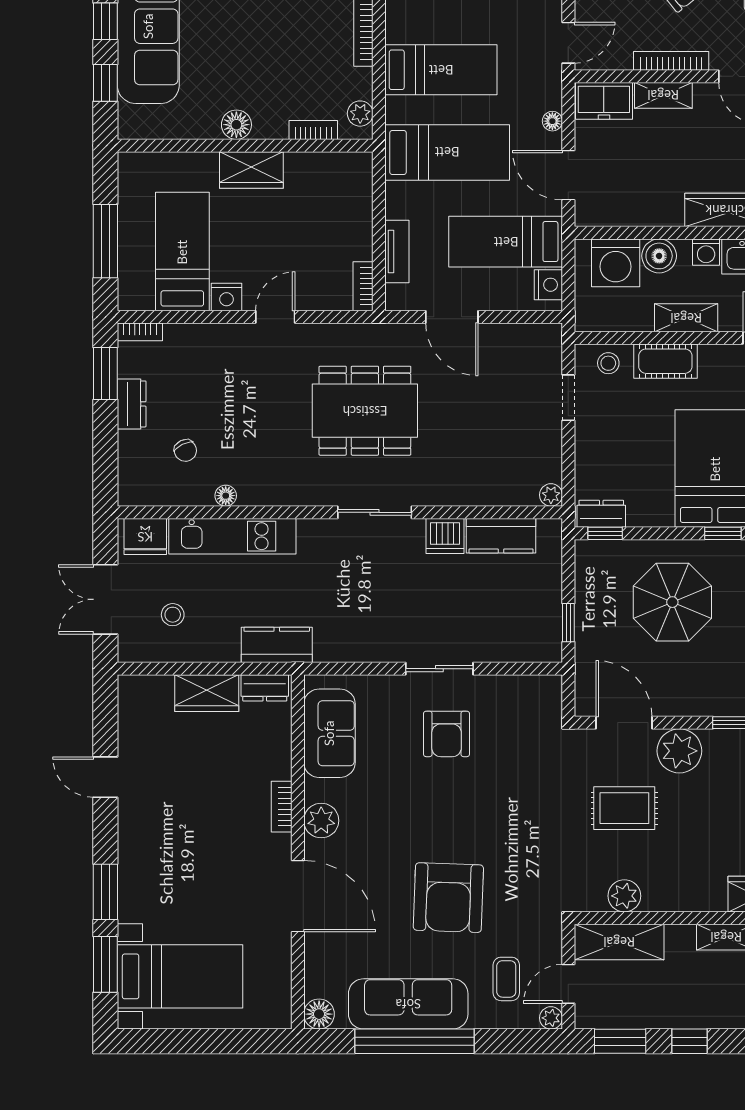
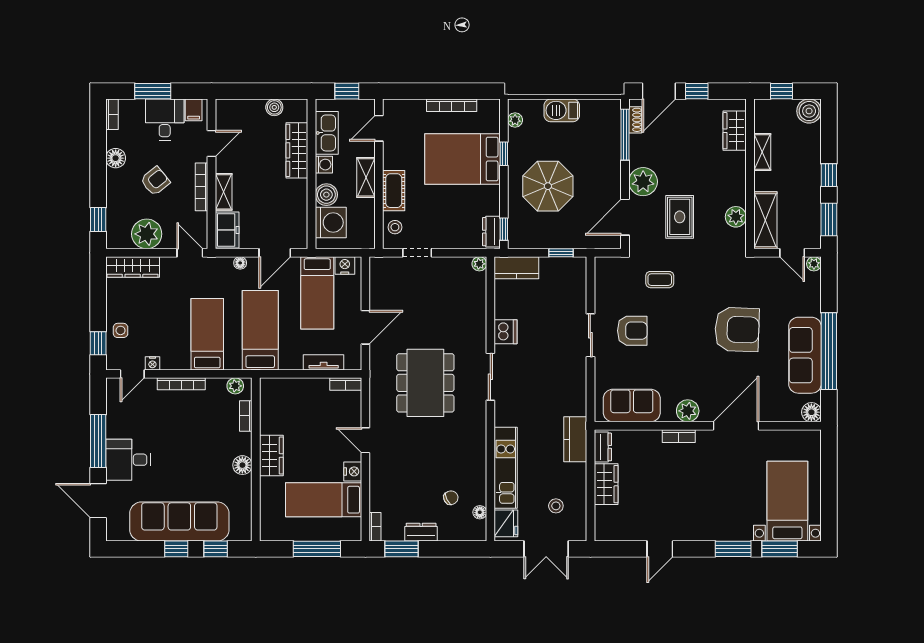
floor lamp: (226, 496) -> (480, 512), moved
kitchen counter: (501, 536) -> (516, 268), moved, turned 90
coffee table: (506, 979) -> (660, 280), moved

